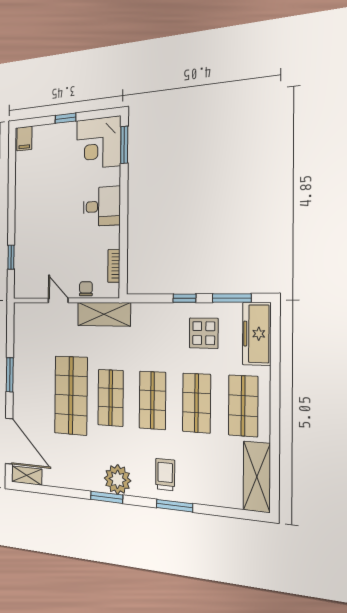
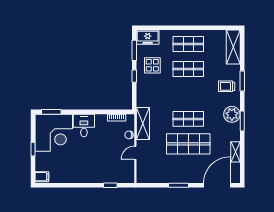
corner desk: (99, 143) -> (54, 133), width x1.36, depth x1.36
freezer: (257, 334) -> (148, 37), width x0.71
shop shelf: (152, 400) -> (188, 94), removed
shelving: (27, 475) -> (235, 152), moved
shelving: (257, 477) -> (233, 47), moved, turned 90

